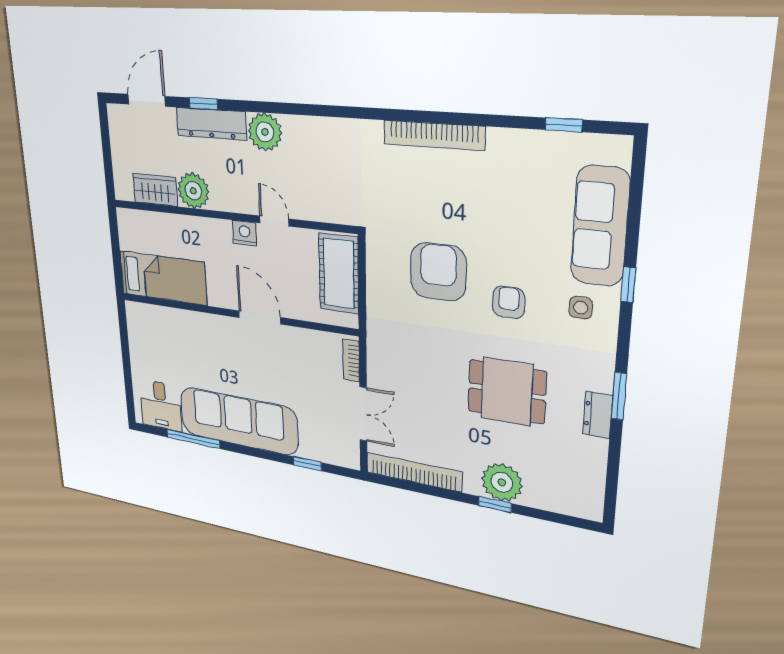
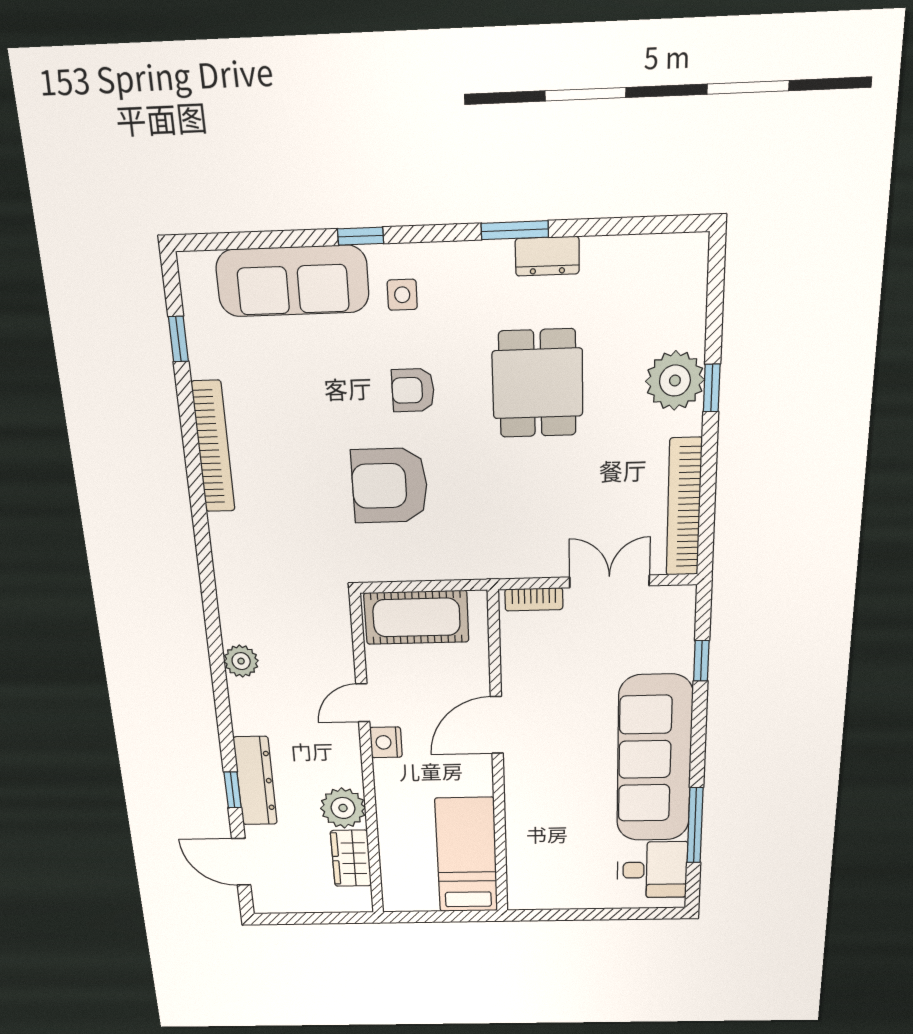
plant: (265, 132) -> (241, 661), moved, width x0.73, depth x0.73
bookcase: (434, 135) -> (213, 447), moved

